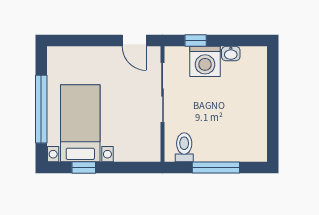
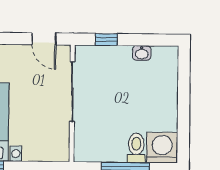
washing machine: (205, 61) -> (162, 148), moved, turned 180
toilet: (184, 147) -> (136, 148), moved

